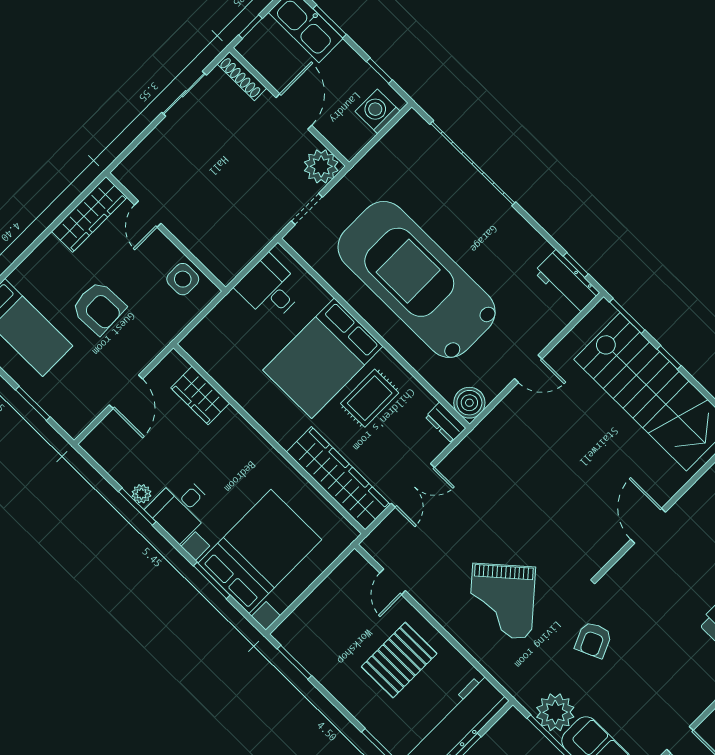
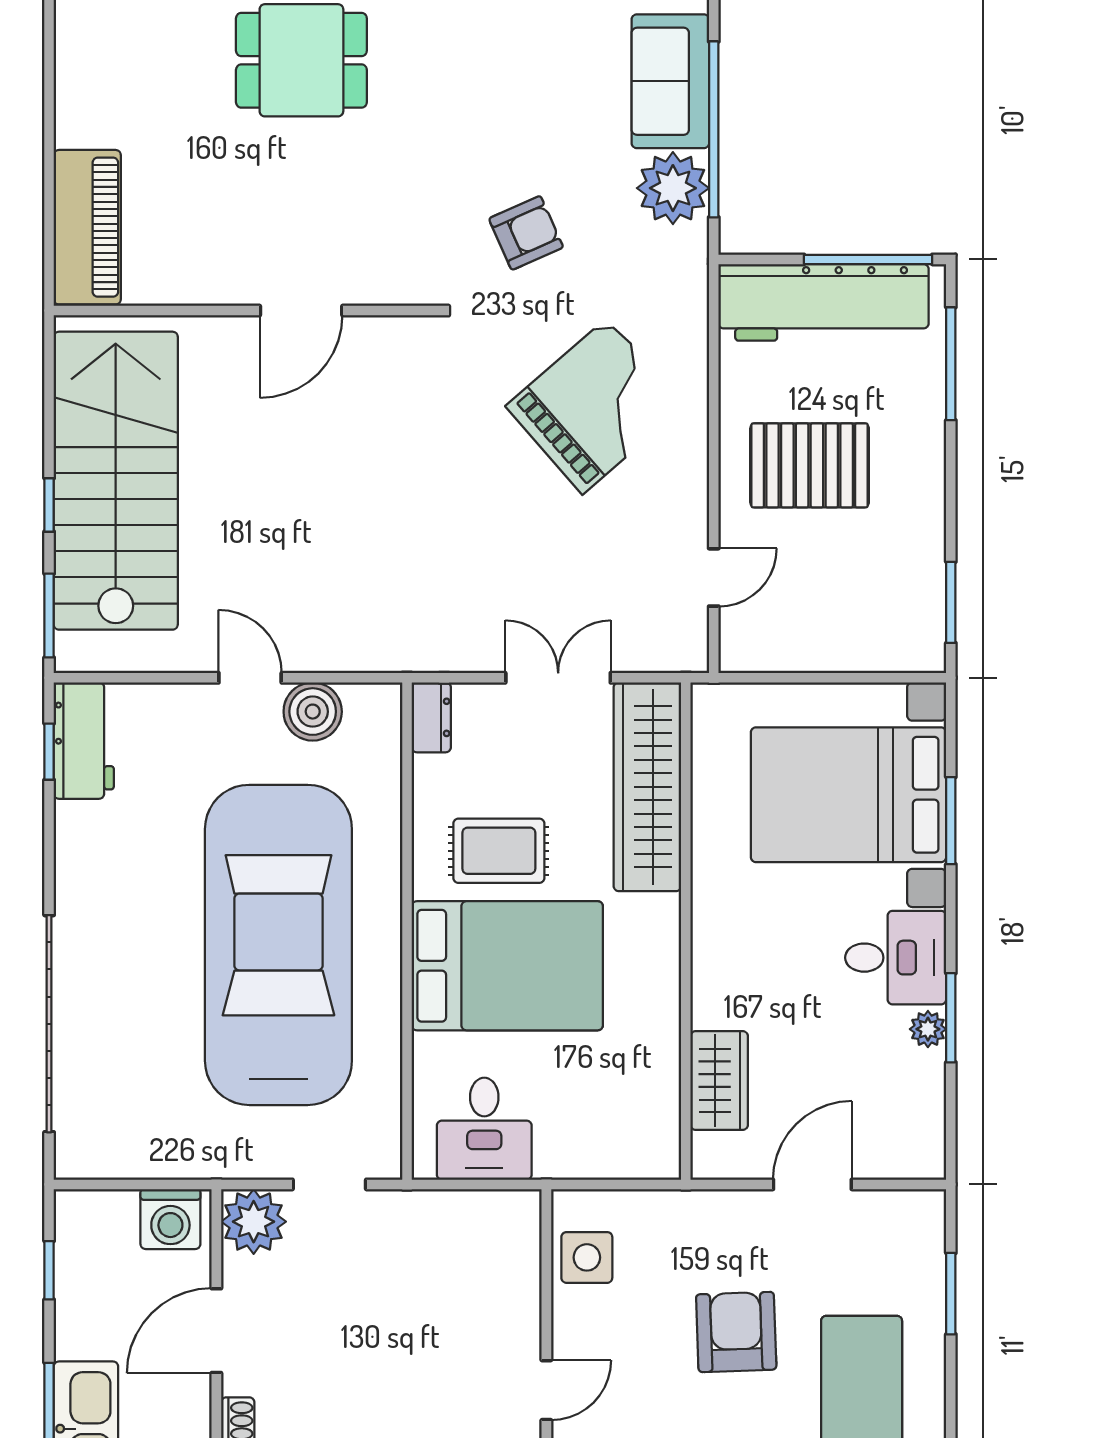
washing machine: (378, 111) -> (170, 1219), moved
car: (417, 279) -> (278, 945), turned 180
boiler: (469, 403) -> (313, 712), moved

